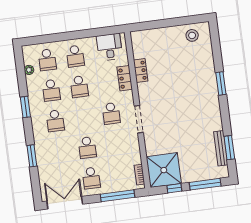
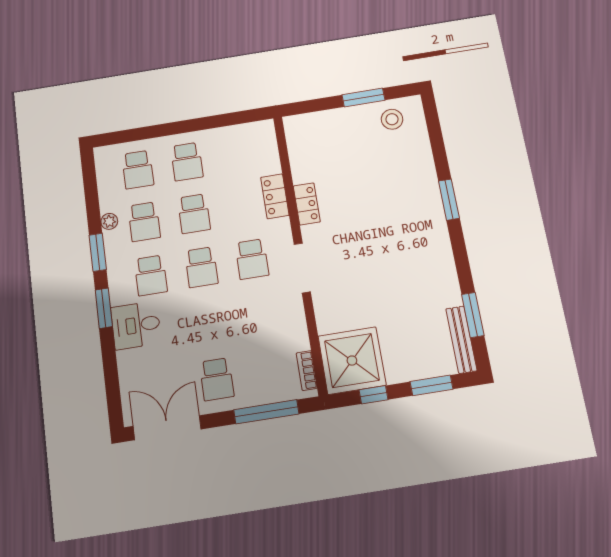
window: (177, 22) -> (363, 97), added
desk: (109, 47) -> (136, 325), moved, turned -90
plant: (29, 70) -> (109, 221), moved
locker: (141, 71) -> (307, 204), moved
school desk: (87, 148) -> (201, 267), moved
bench: (221, 148) -> (461, 340), moved
window: (32, 156) -> (104, 308), moved
window: (205, 184) -> (431, 385), width x0.69

